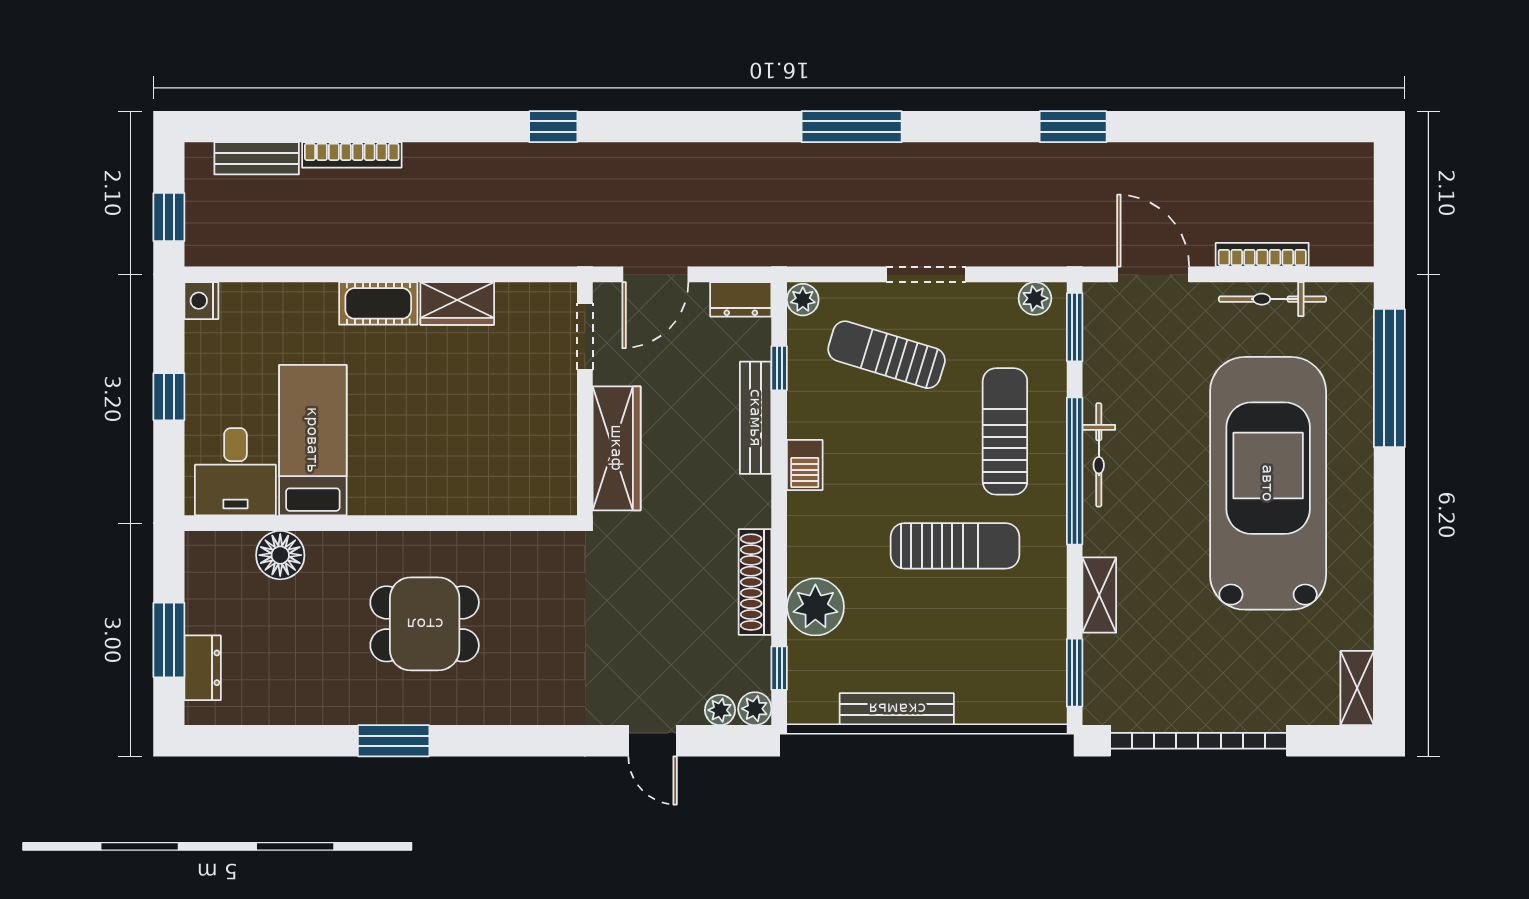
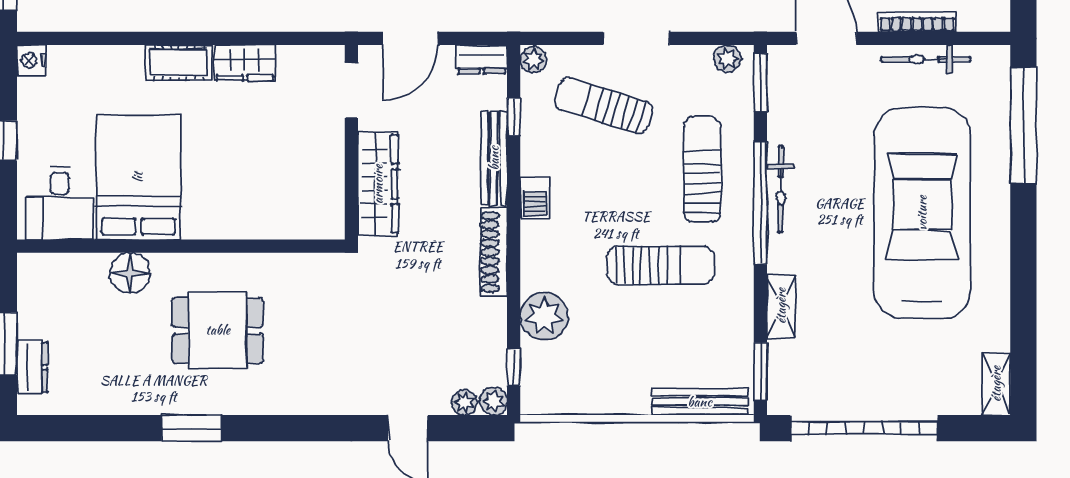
bed: (313, 440) -> (138, 177), width x1.50
floor lamp: (280, 555) -> (130, 273), moved
shoe rack: (755, 582) -> (494, 252), moved
bench: (897, 709) -> (700, 402), moved

